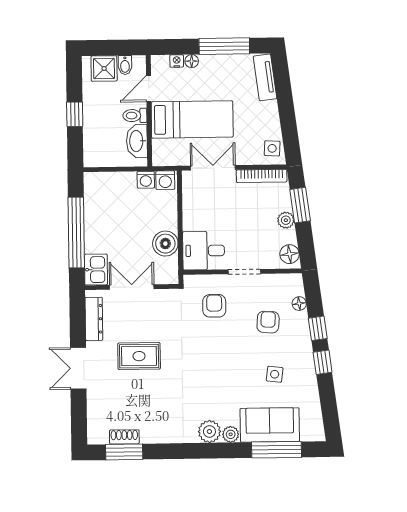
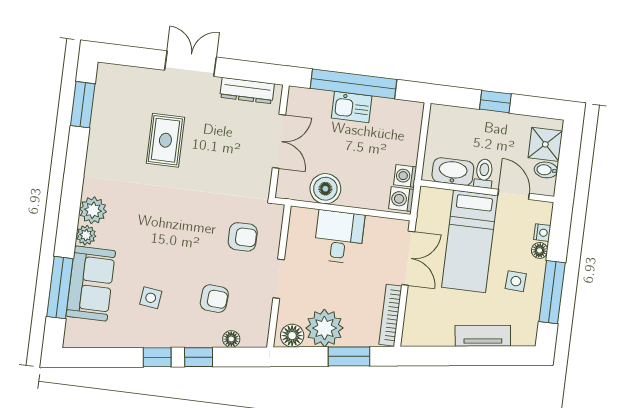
tv unit: (265, 77) -> (483, 336), moved
side table: (272, 148) -> (516, 281), moved
plant: (286, 220) -> (324, 328), width x1.87, depth x1.87
desk: (204, 251) -> (339, 237), moved
kitchen sink: (96, 270) -> (352, 107), moved
rug: (139, 356) -> (165, 140), moved
shoe rack: (124, 437) -> (101, 107), removed

